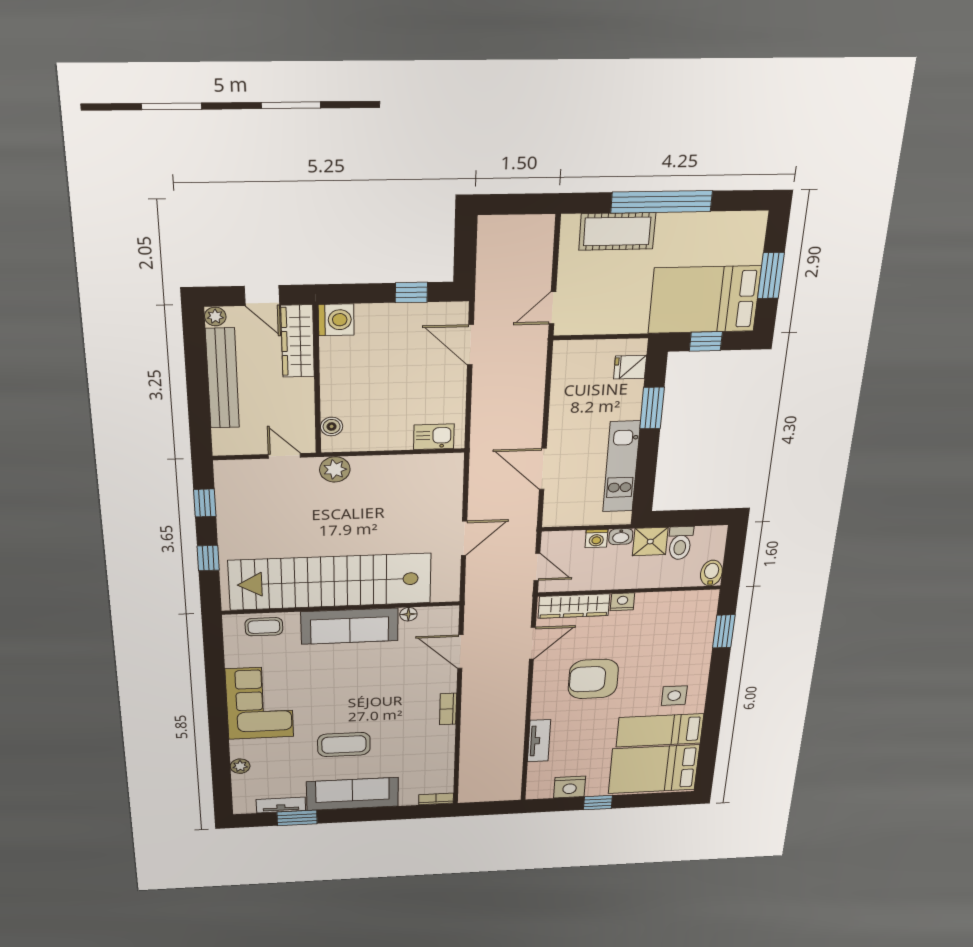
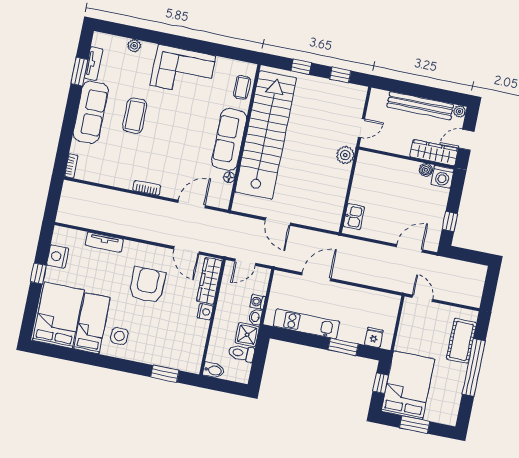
boiler: (332, 426) -> (426, 170), moved

